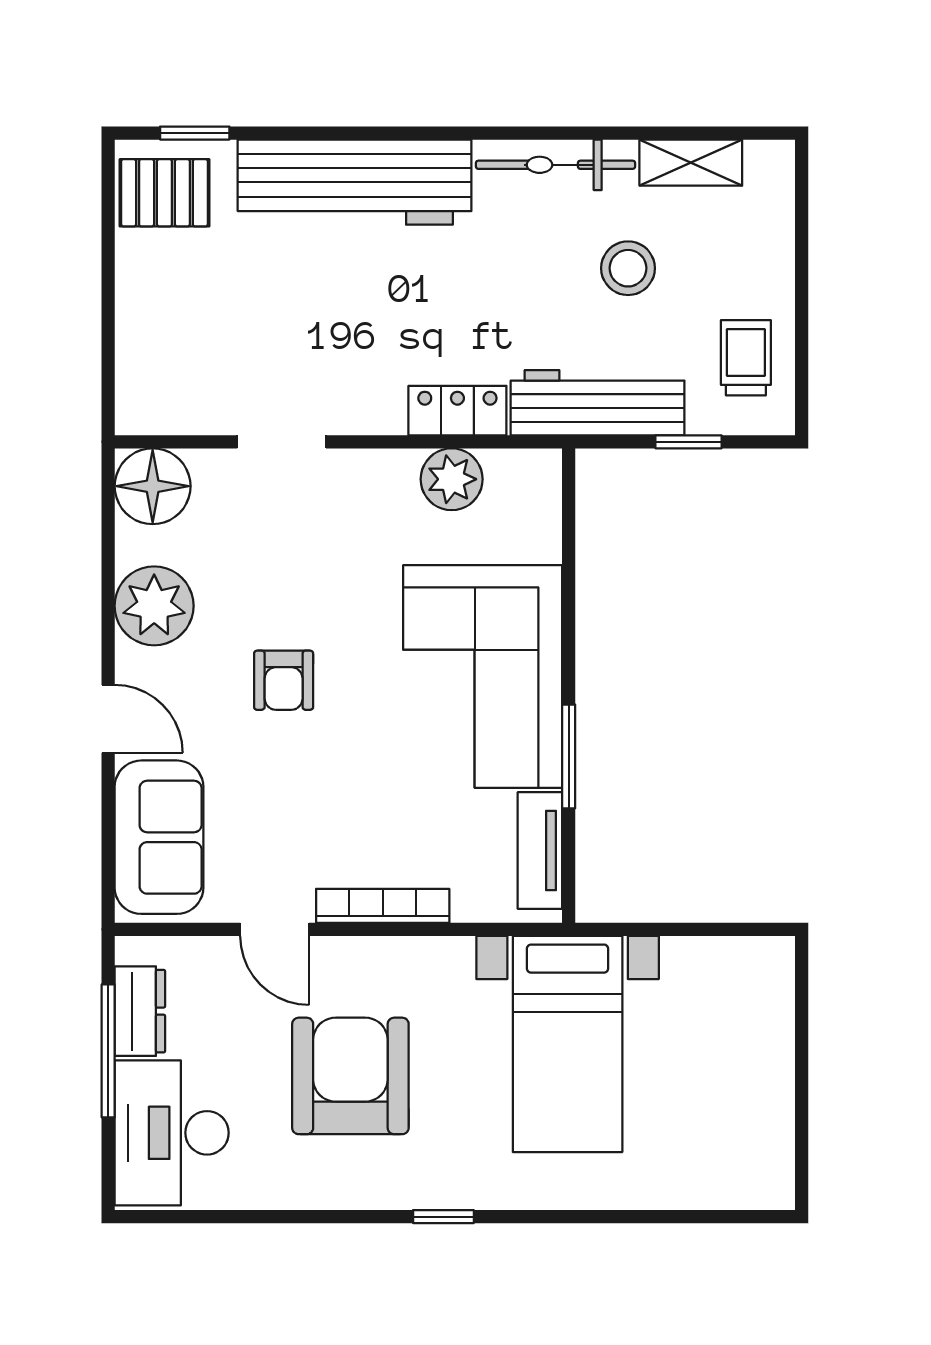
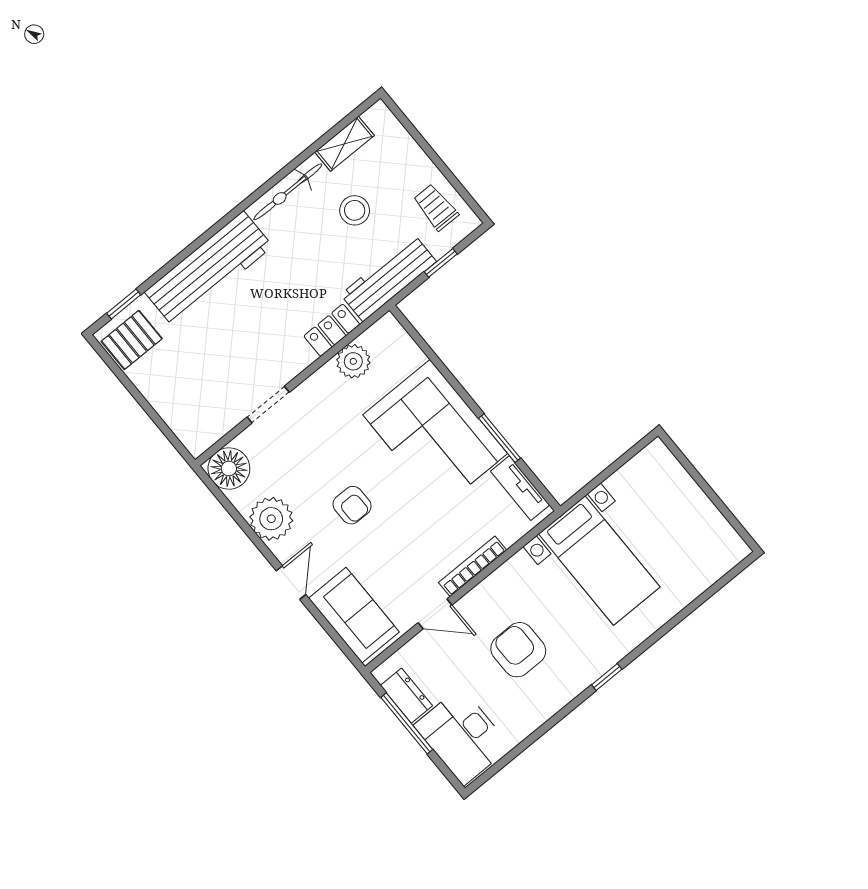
door: (108, 719) -> (291, 583), hinge flipped
armchair: (350, 1076) -> (518, 650), width x0.73, depth x0.73

